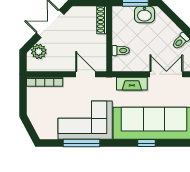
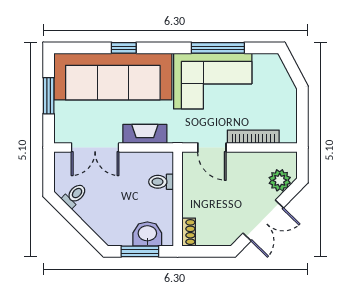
washbasin: (144, 14) -> (147, 234), moved
shoe rack: (102, 20) -> (189, 232), width x0.70
bookcase: (45, 82) -> (253, 137), moved

